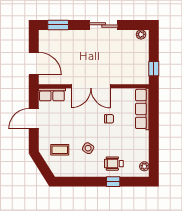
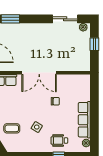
sliding door: (104, 25) -> (65, 19), moved
window: (154, 69) -> (94, 44), moved
row of seats: (142, 109) -> (84, 120), moved

